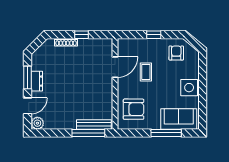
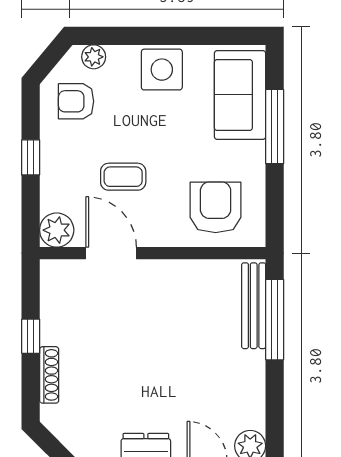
plant: (124, 45) -> (57, 230), added
plant: (194, 60) -> (94, 57), added

